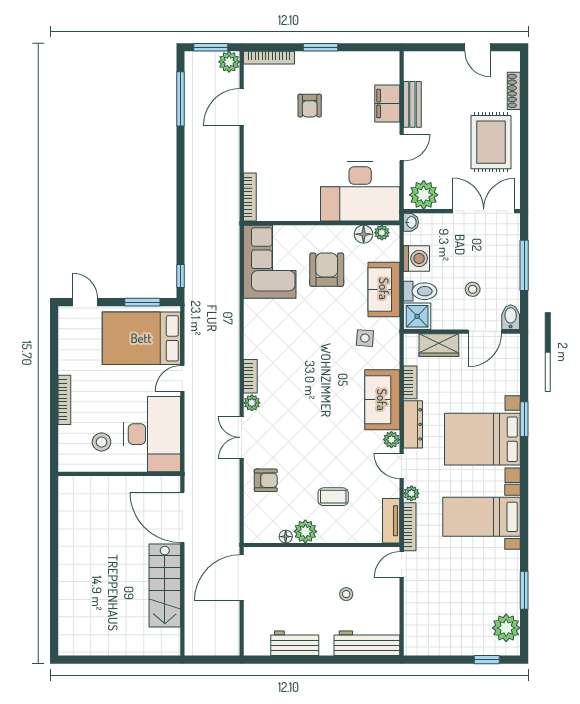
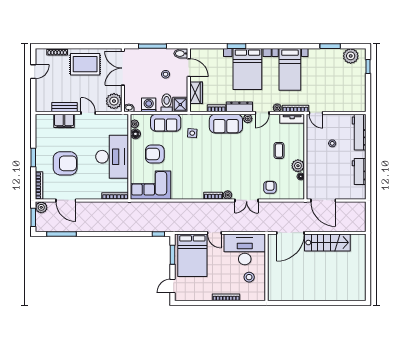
armchair: (310, 106) -> (65, 163), width x1.88, depth x1.88
desk: (360, 191) -> (112, 157), moved

